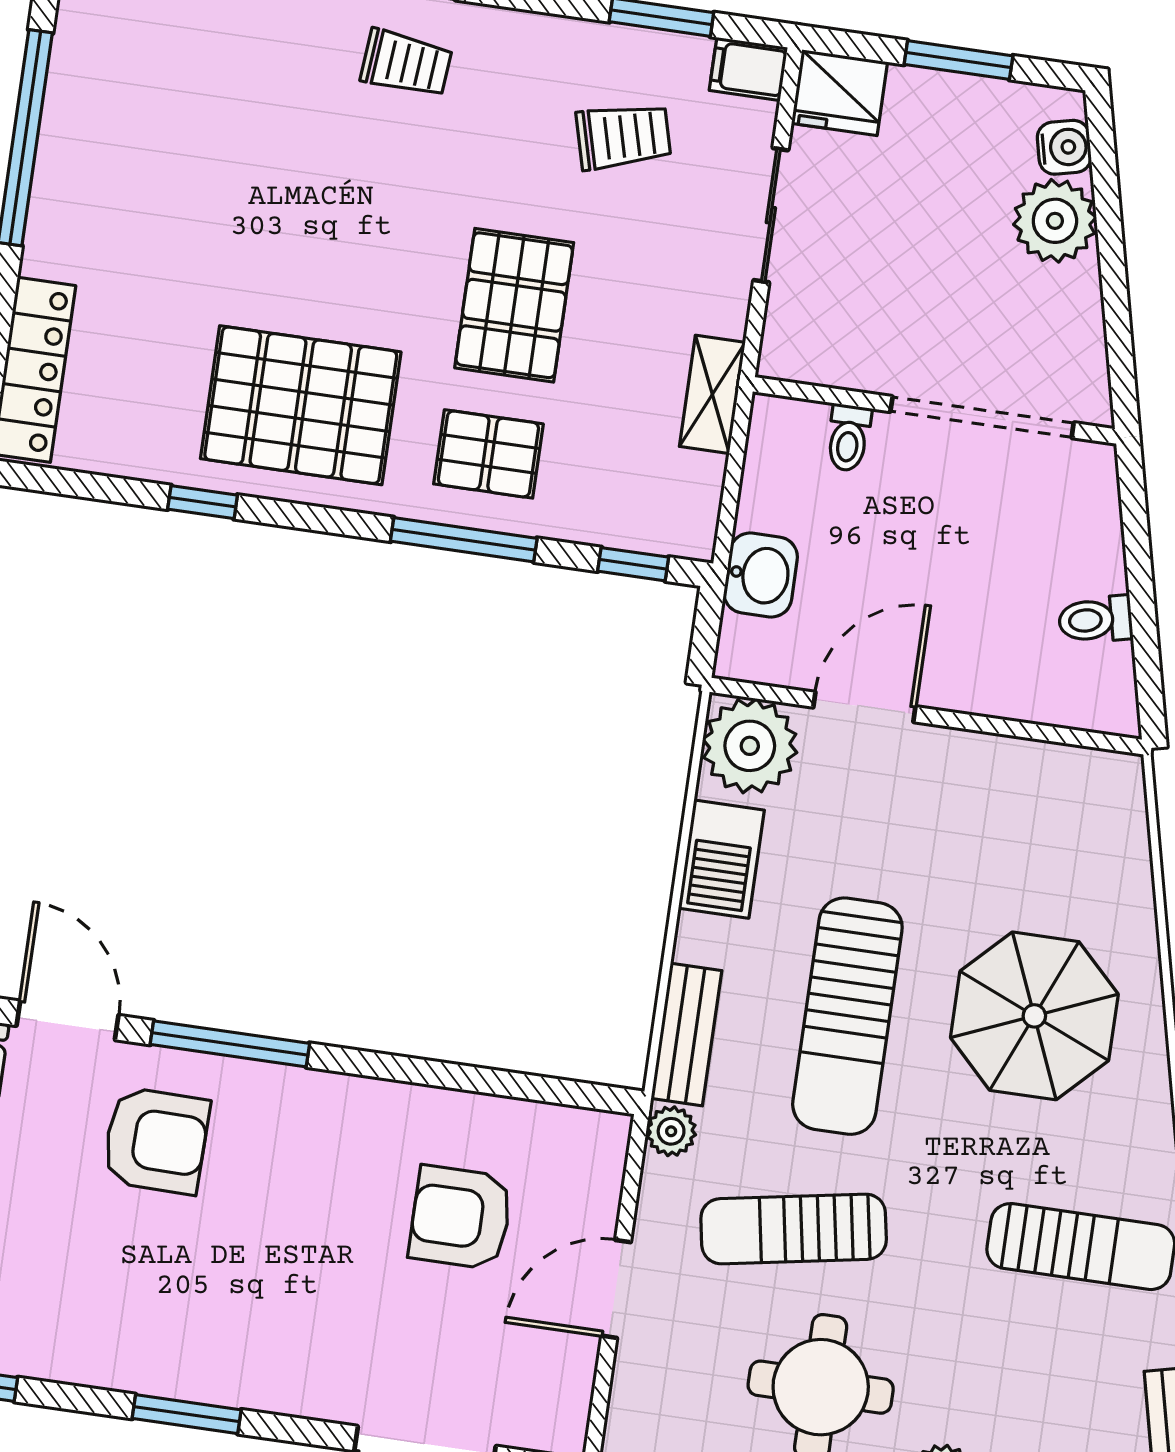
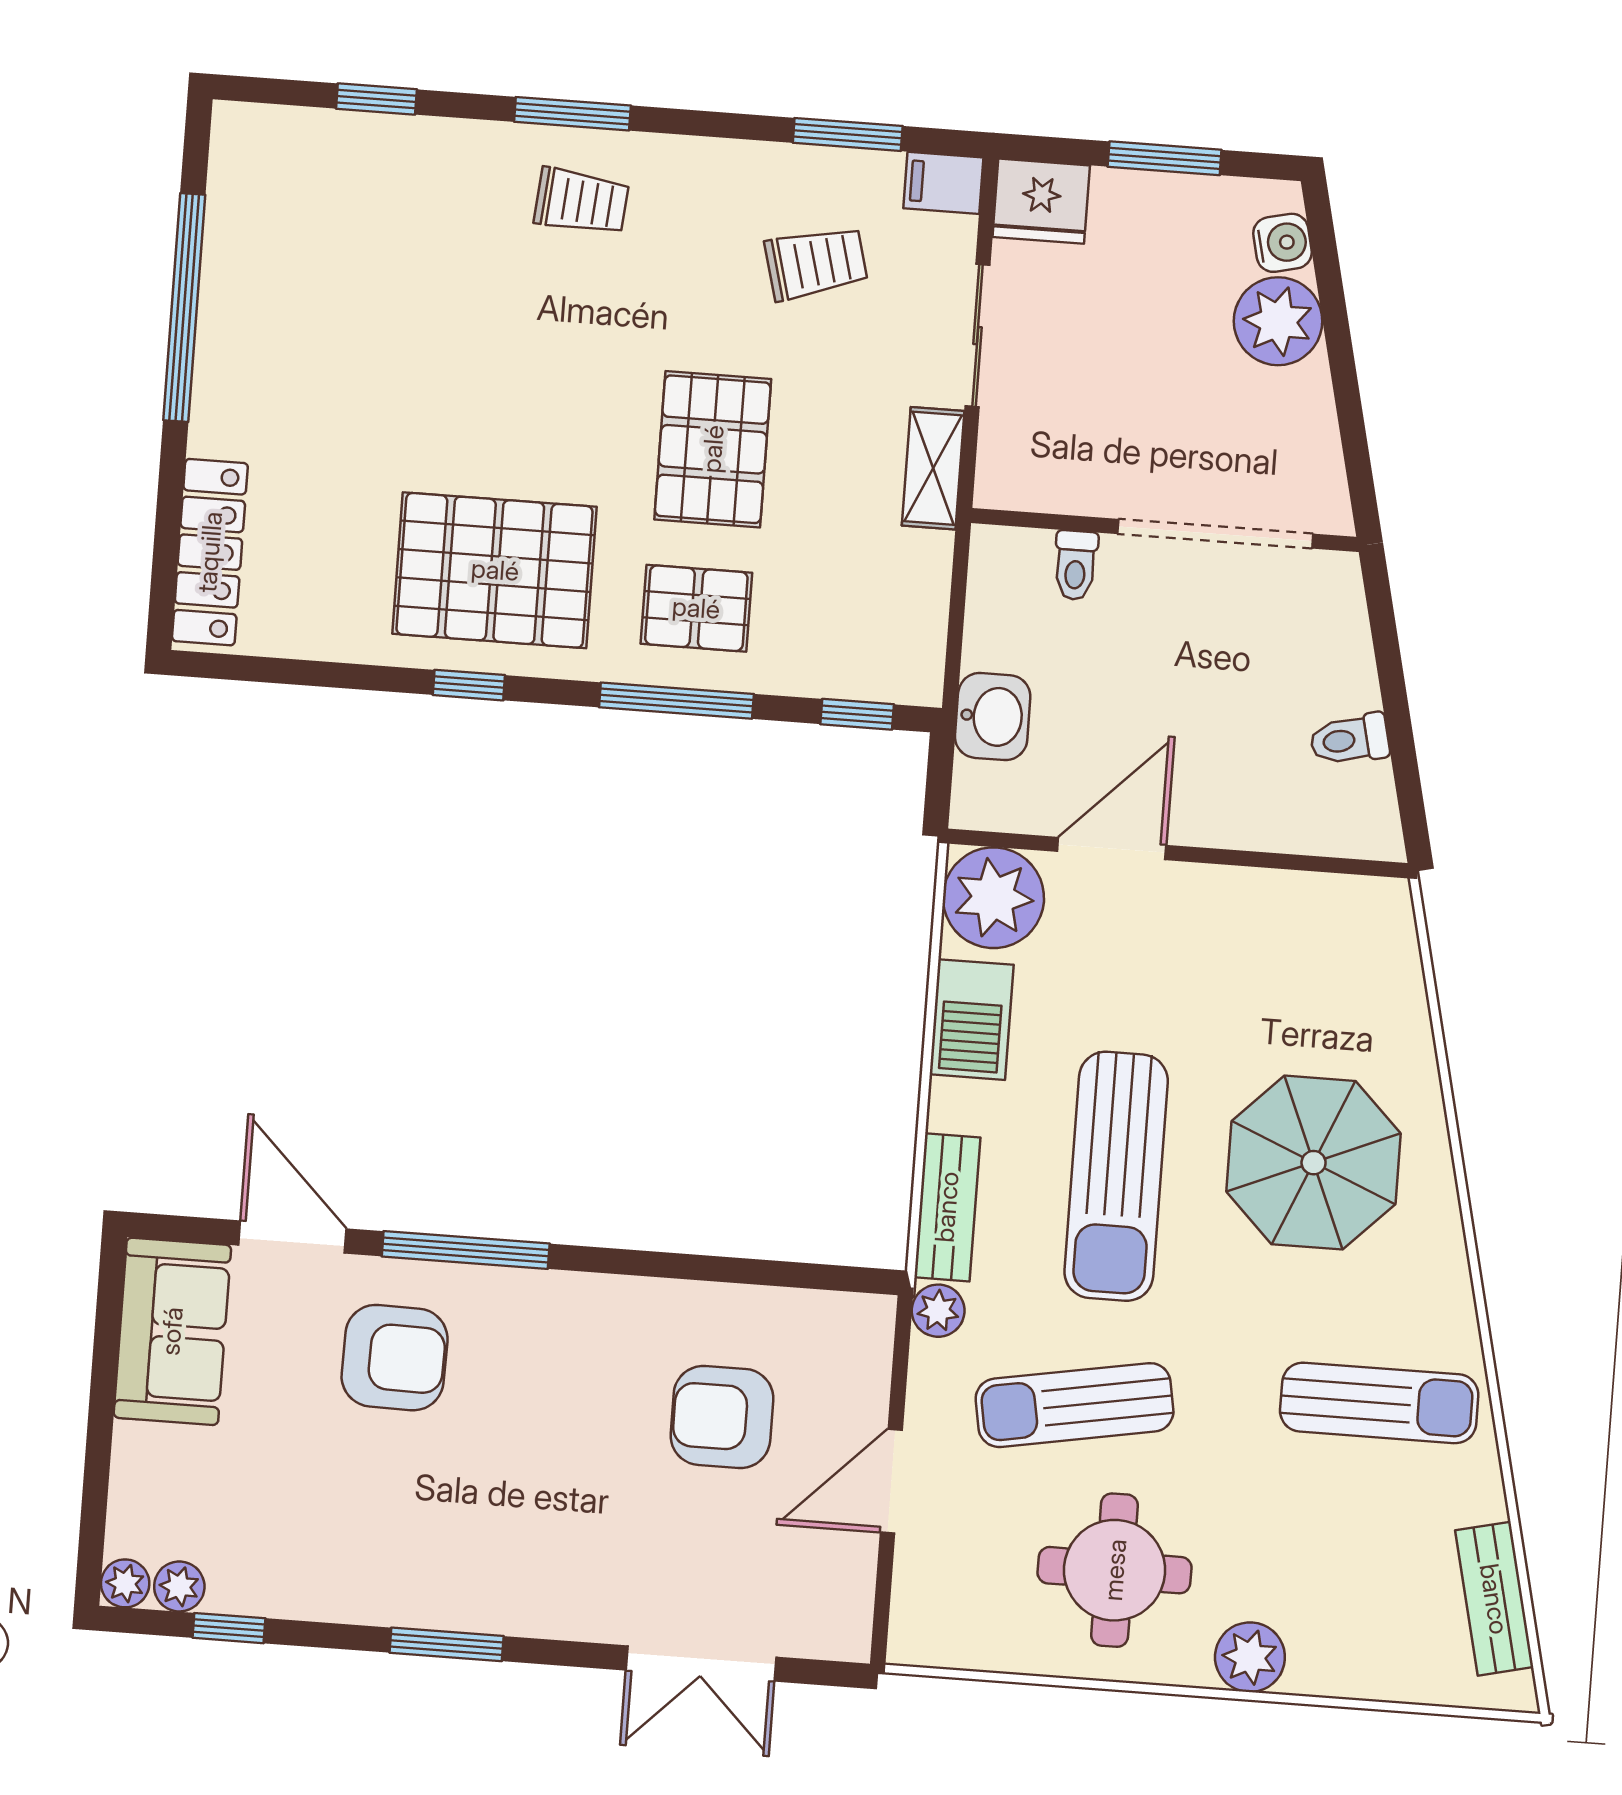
shelving: (712, 394) -> (933, 468), moved
window: (203, 502) -> (469, 685), moved

